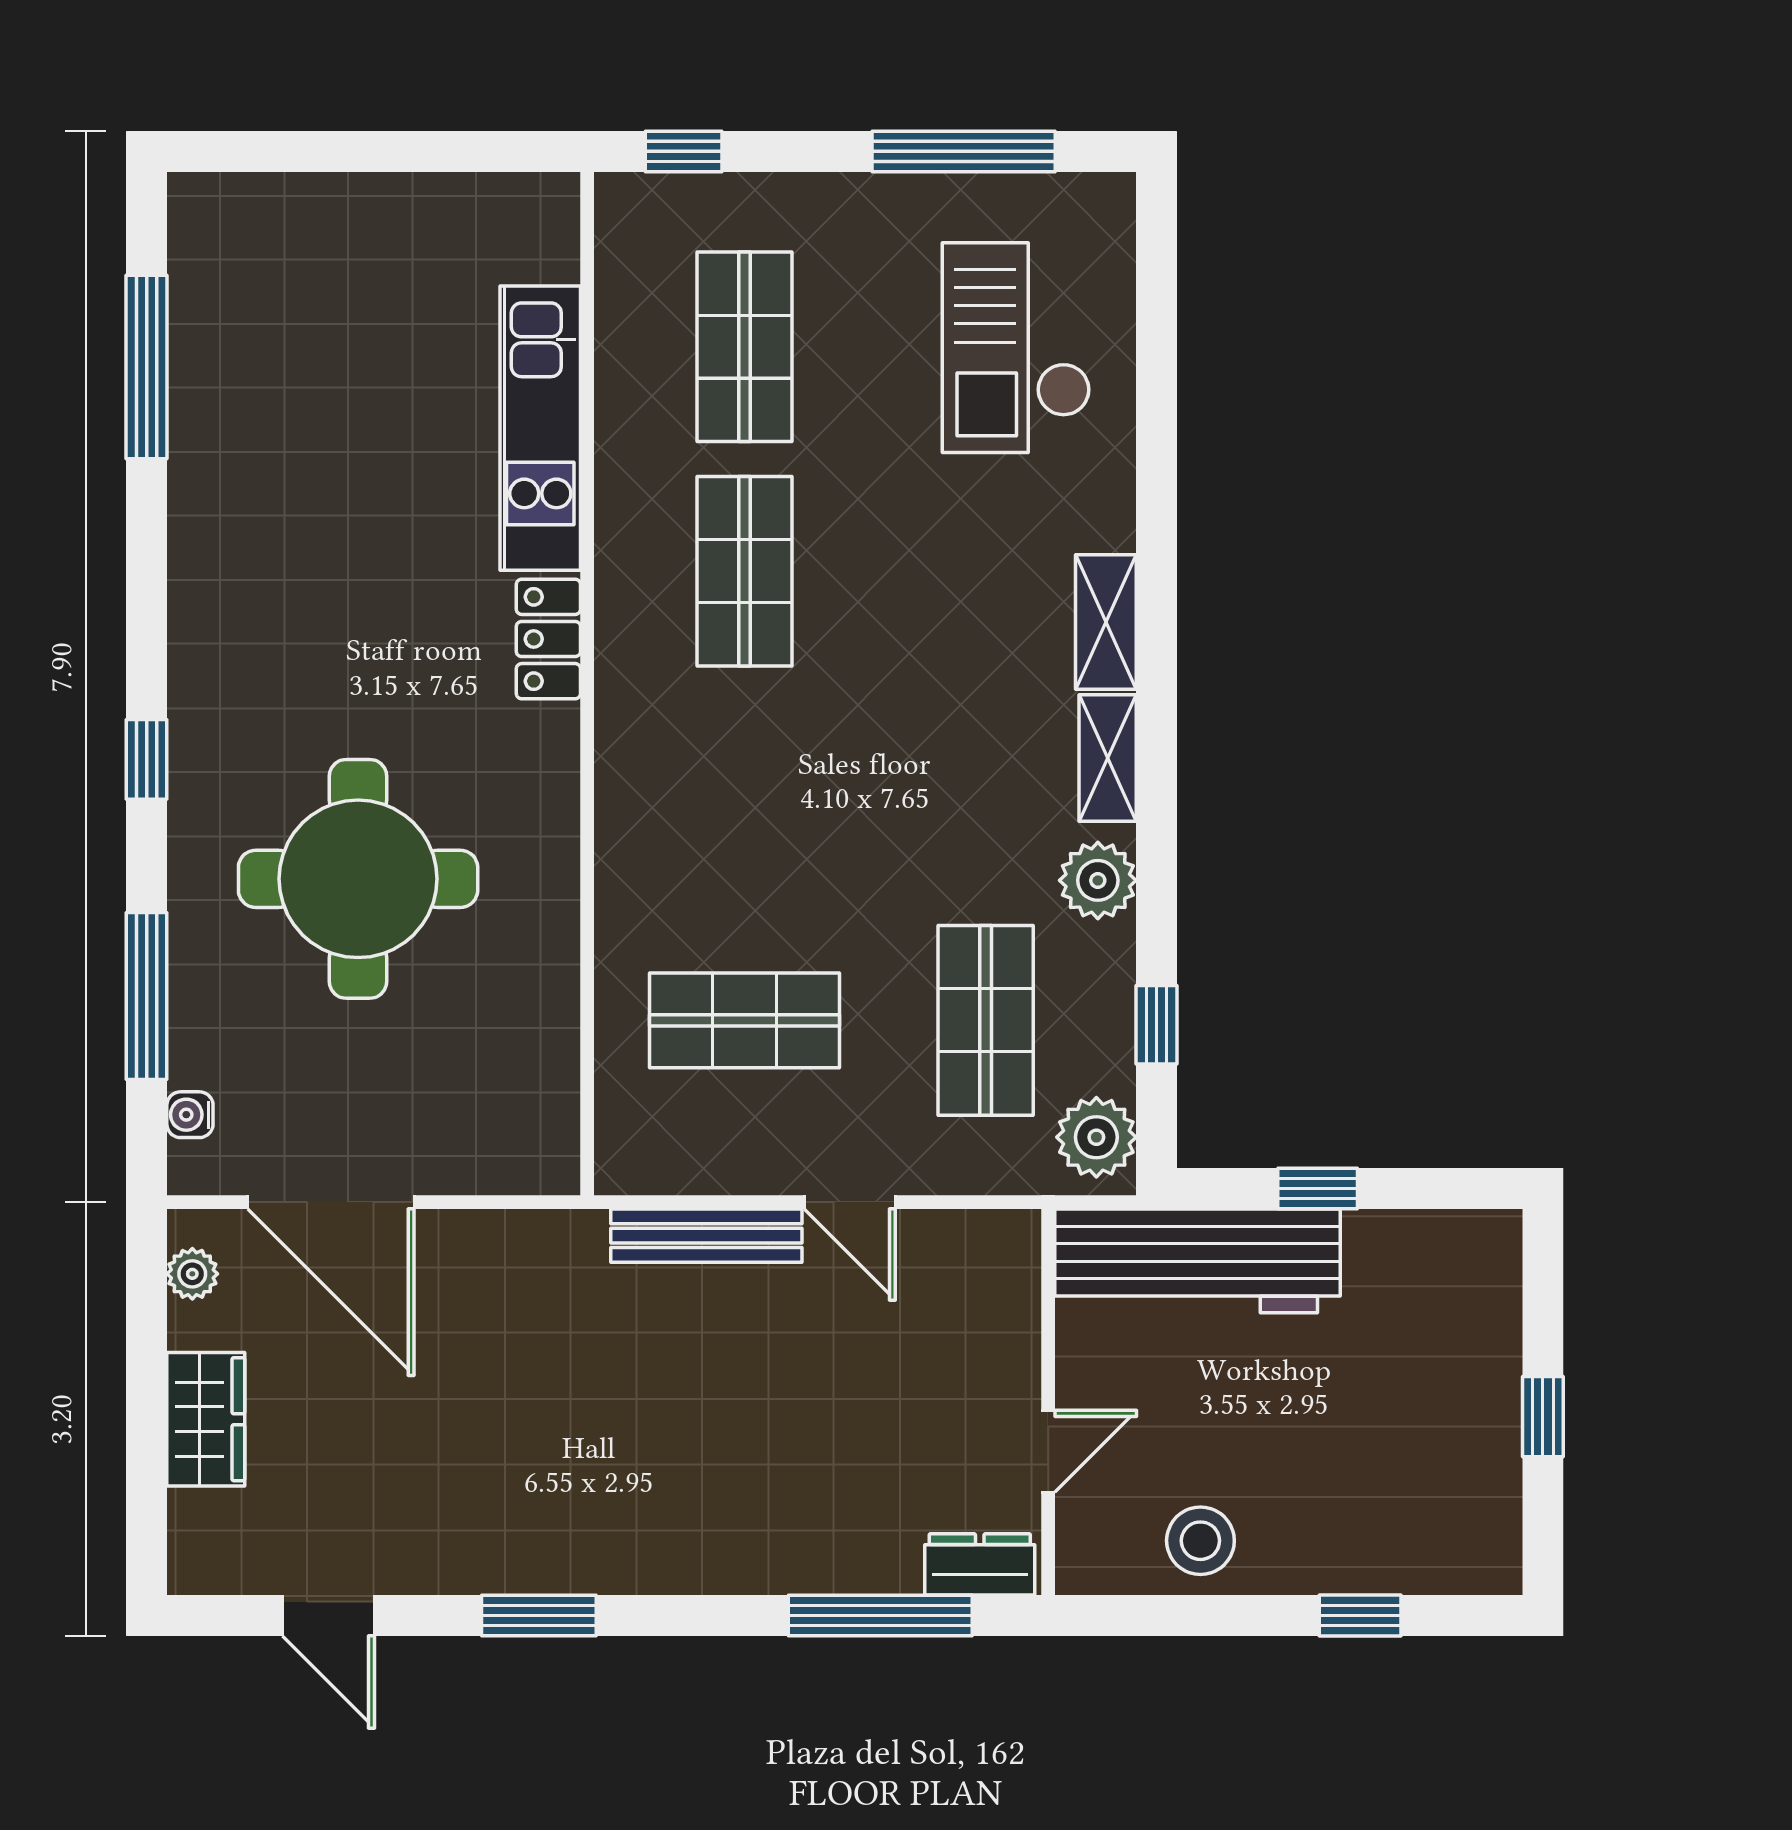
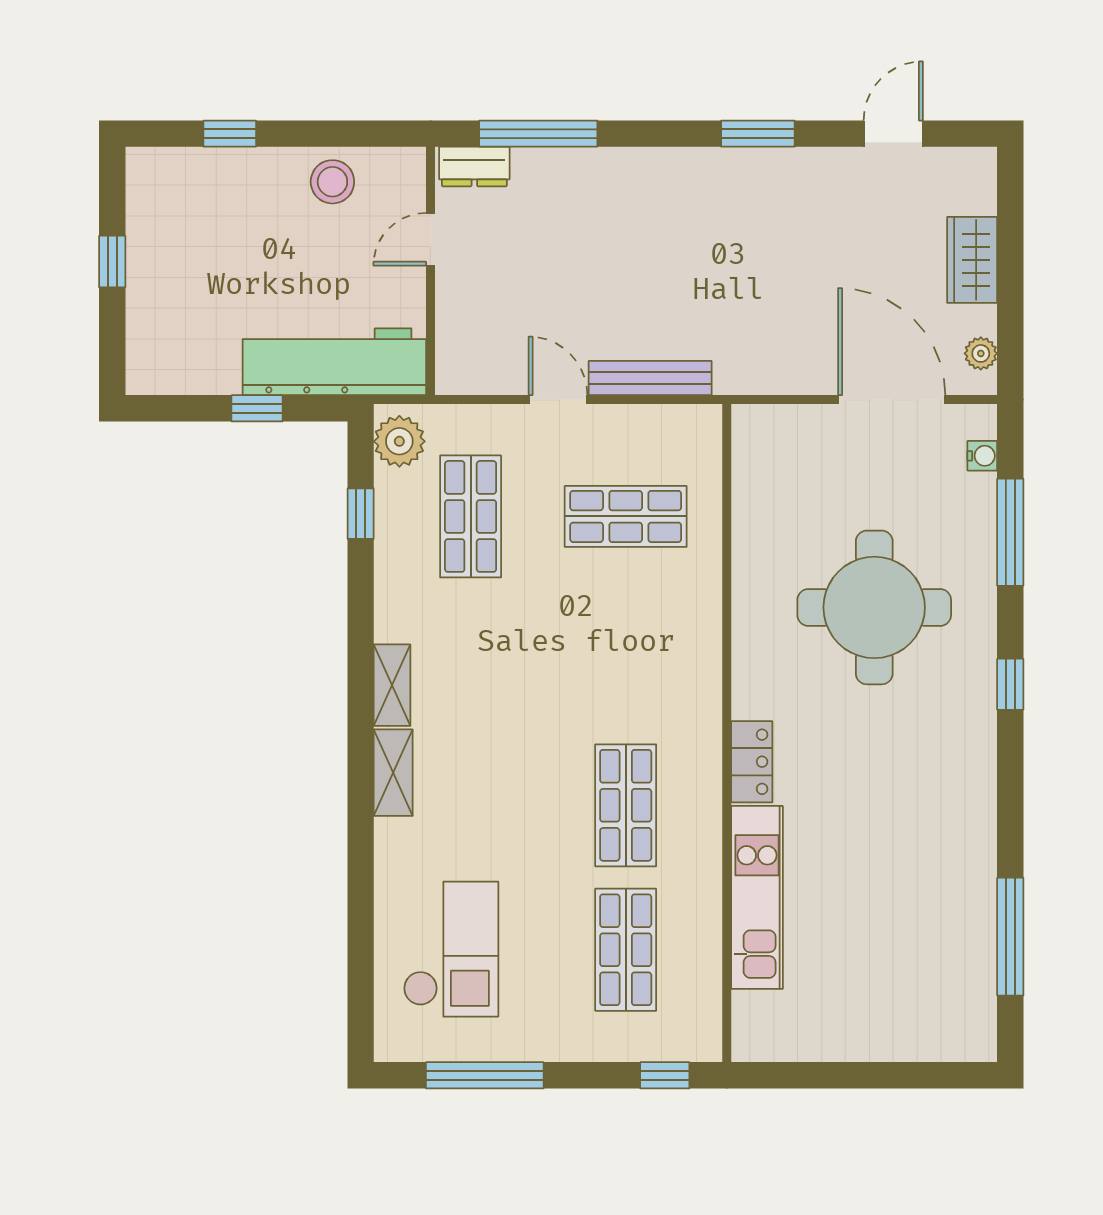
plant: (1098, 880) -> (398, 606), removed
door: (329, 1616) -> (893, 134), hinge flipped

